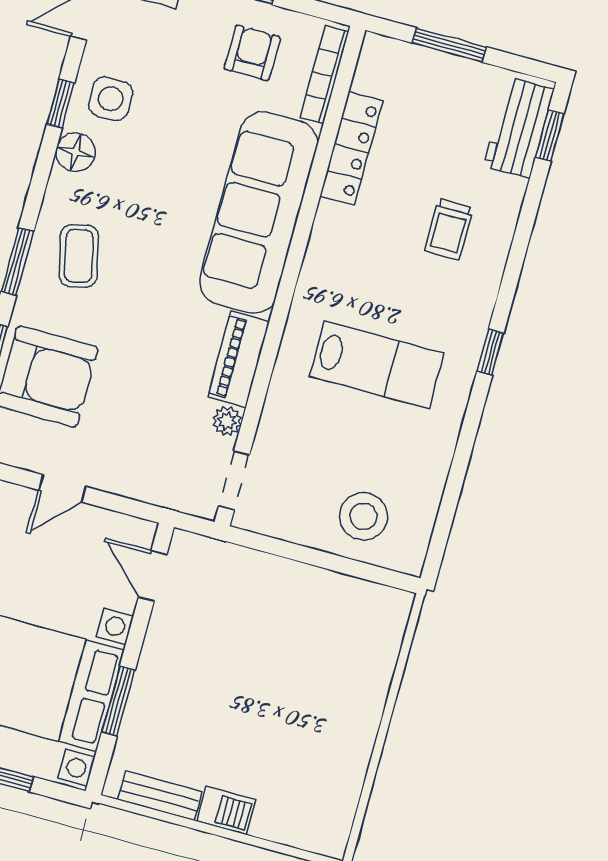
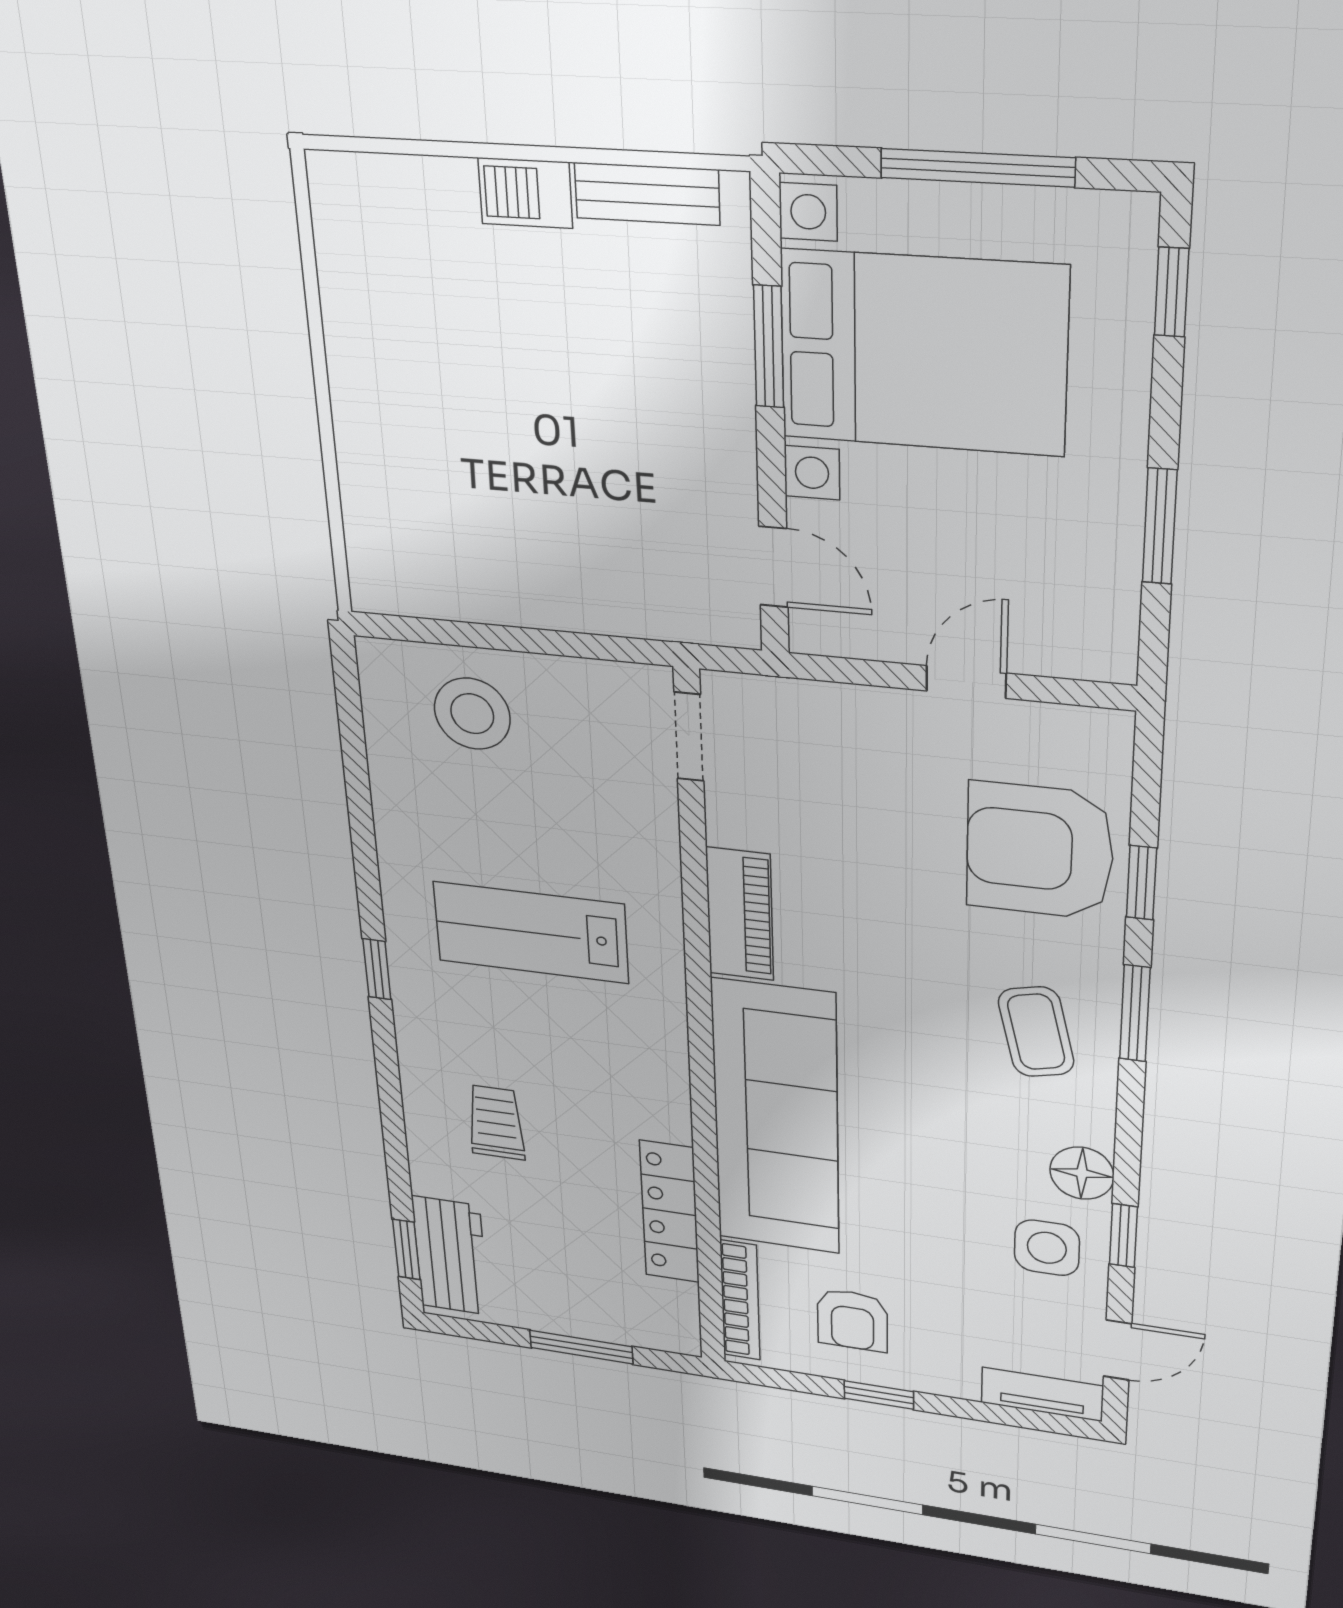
plant: (227, 421) -> (728, 823), removed

